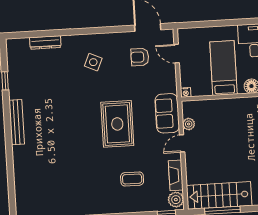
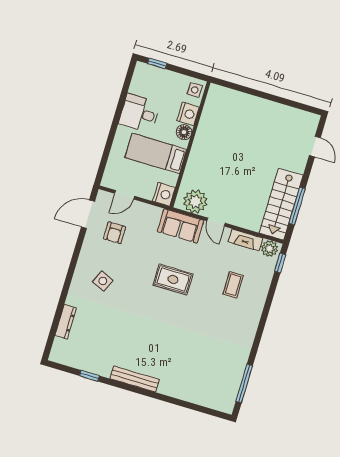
nightstand: (186, 92) -> (164, 194), width x1.89, depth x1.79
rug: (117, 124) -> (173, 279), width x0.73, depth x0.70
plant: (189, 124) -> (195, 201), width x1.88, depth x1.88

